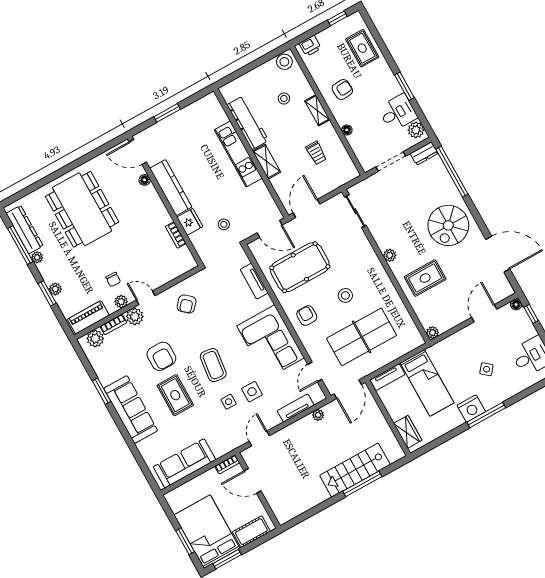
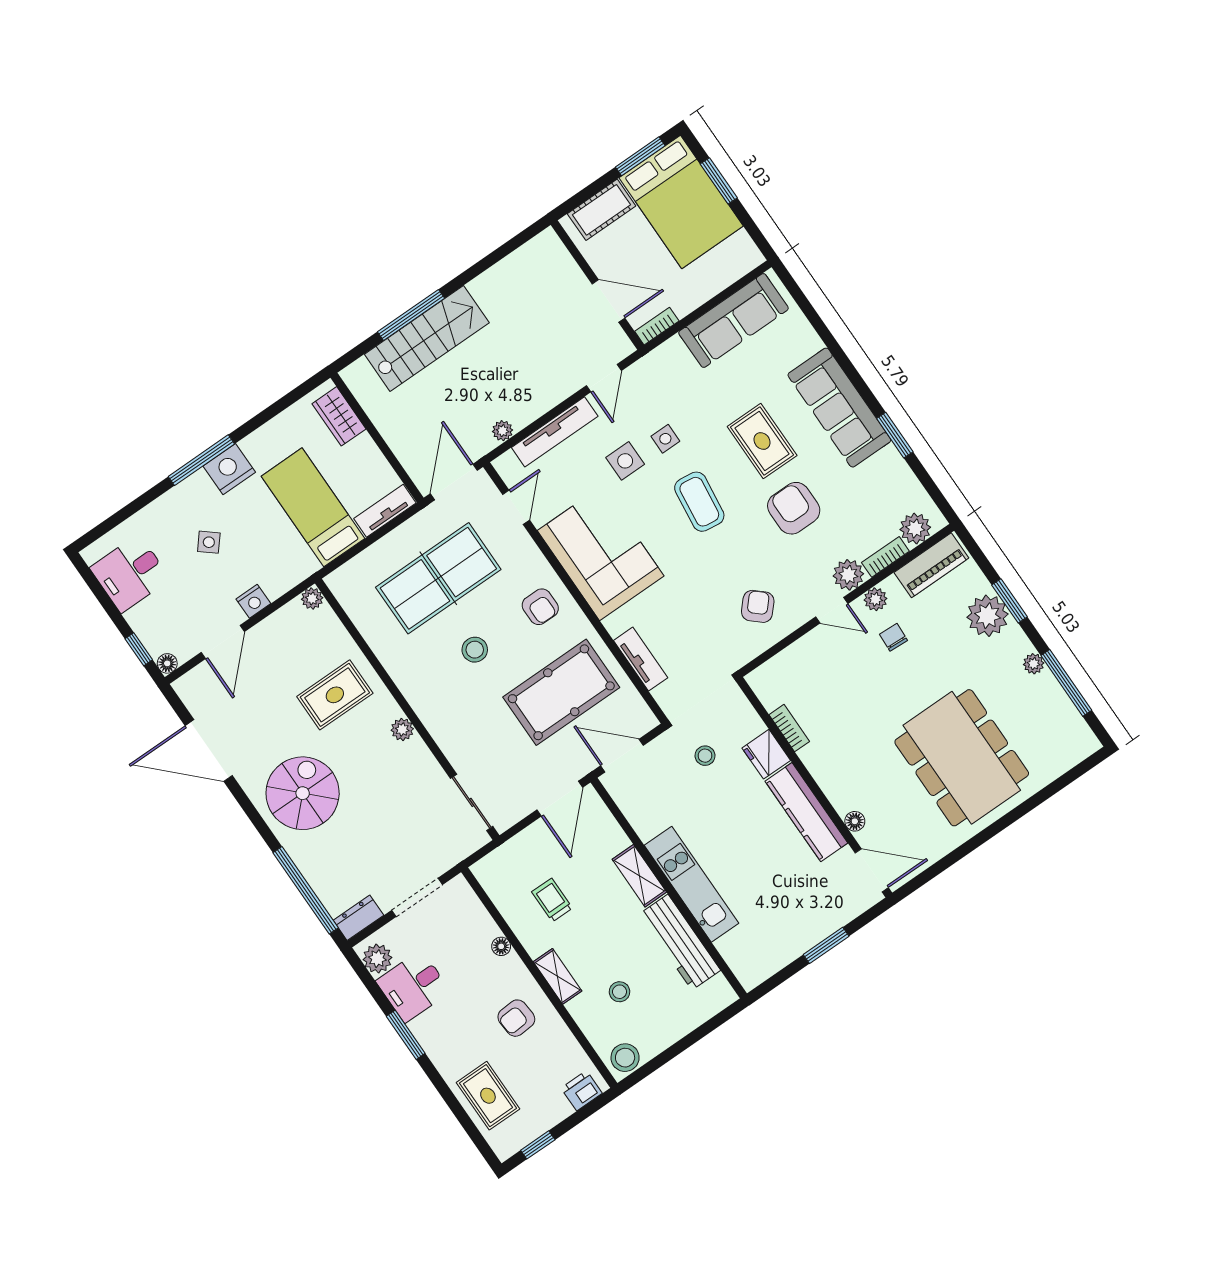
dresser: (25, 230) -> (1061, 711), removed
plant: (55, 289) -> (988, 616), width x1.88, depth x1.88
nightstand: (465, 334) -> (253, 601), added
tv unit: (296, 408) -> (555, 432), width x1.41

